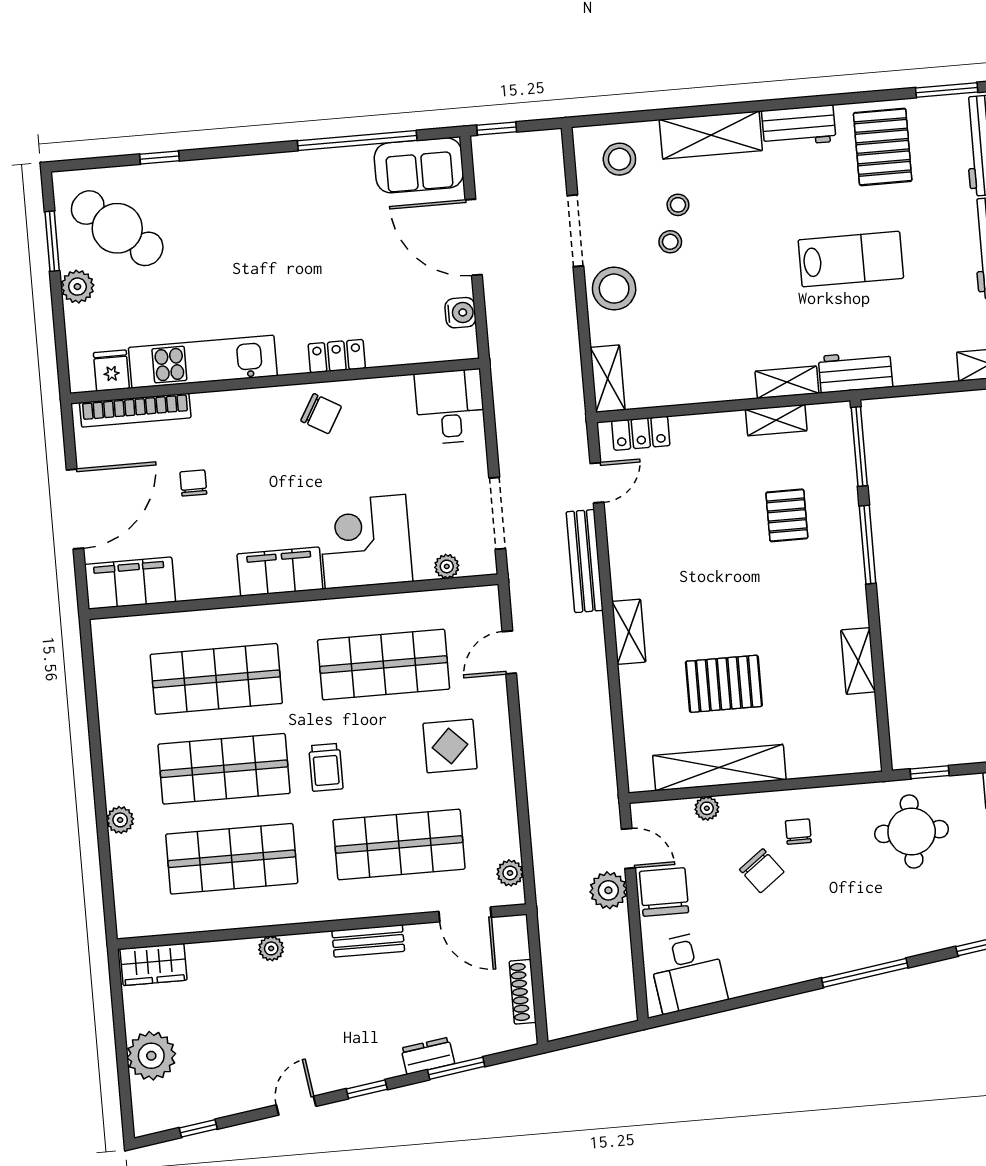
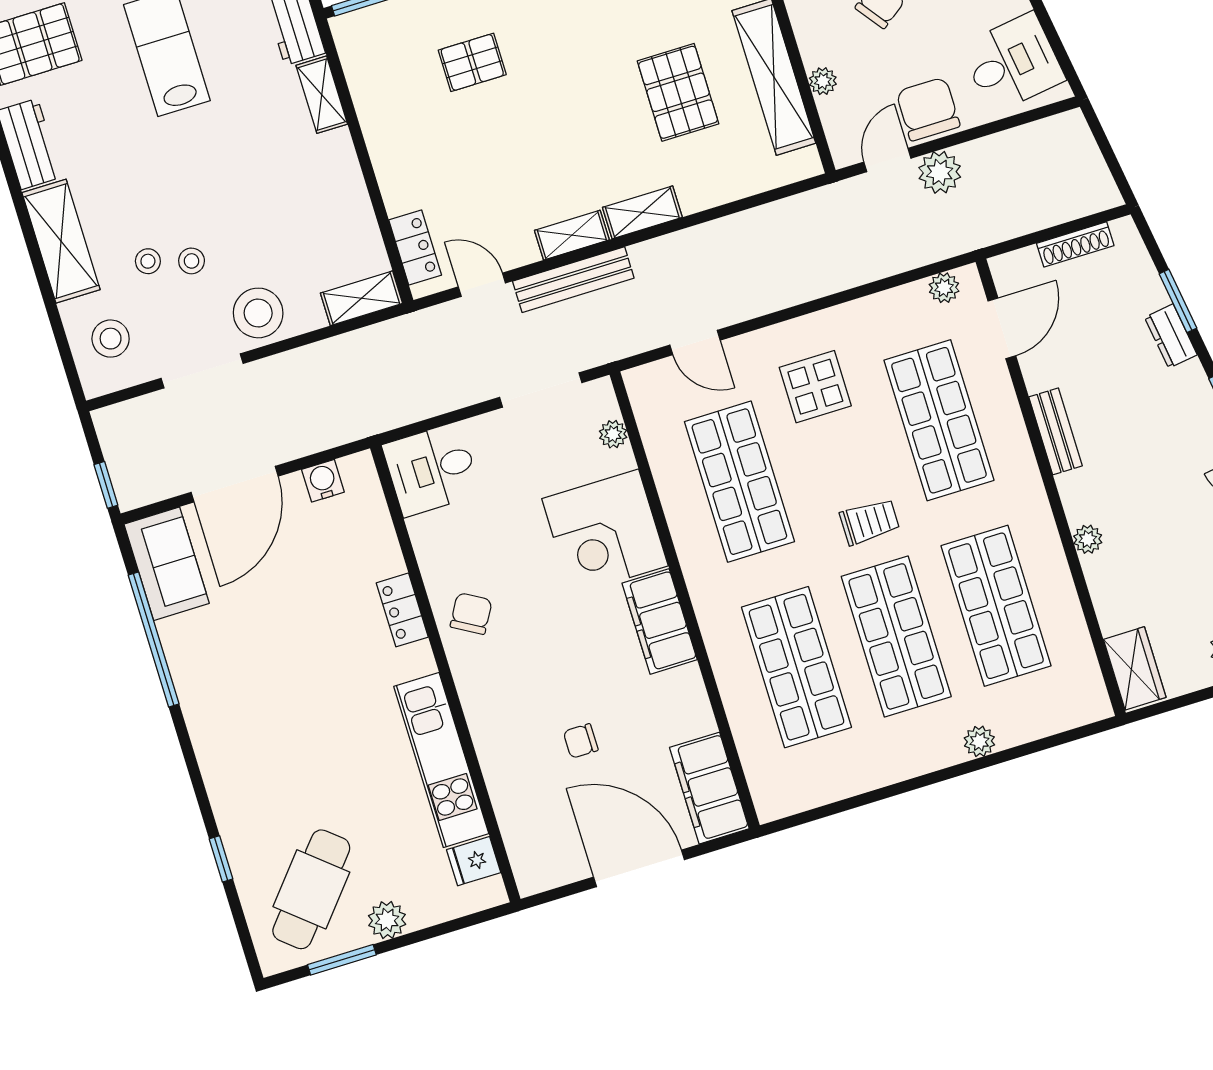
bookcase: (135, 410) -> (513, 824), removed
shelving: (776, 420) -> (572, 235), moved, turned 90
chair: (664, 892) -> (928, 109), turned 90

